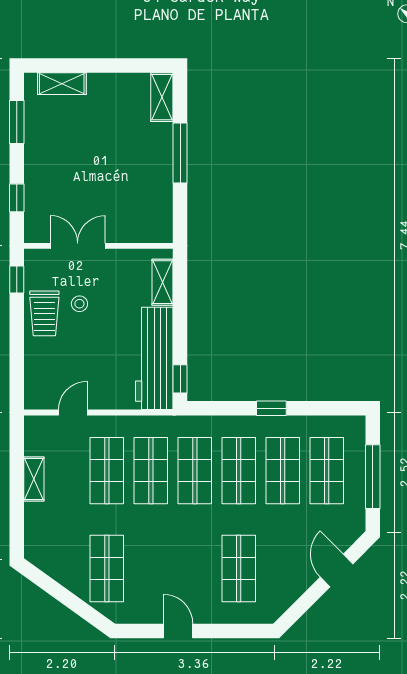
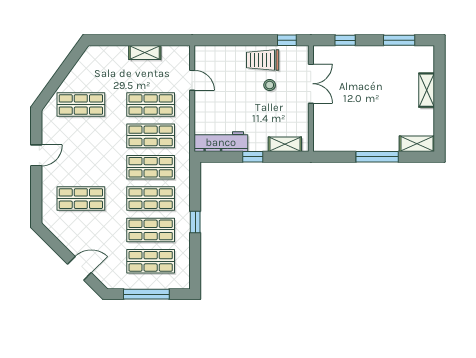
shelving: (62, 84) -> (427, 90), moved
workbench: (154, 358) -> (221, 142), width x0.73, depth x0.76
window: (180, 379) -> (253, 157), moved

